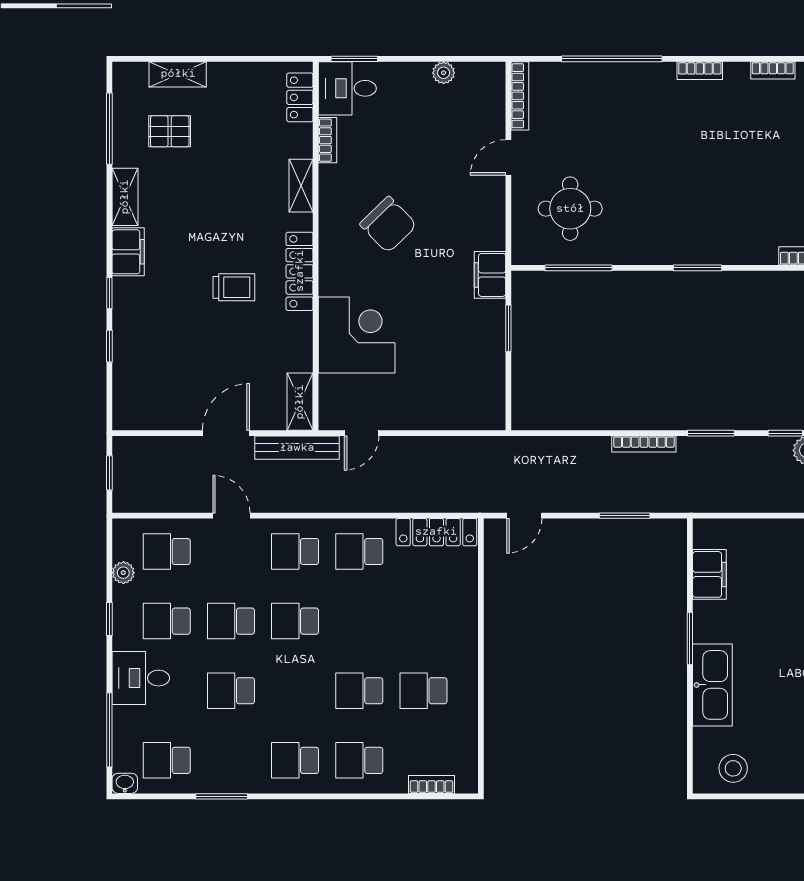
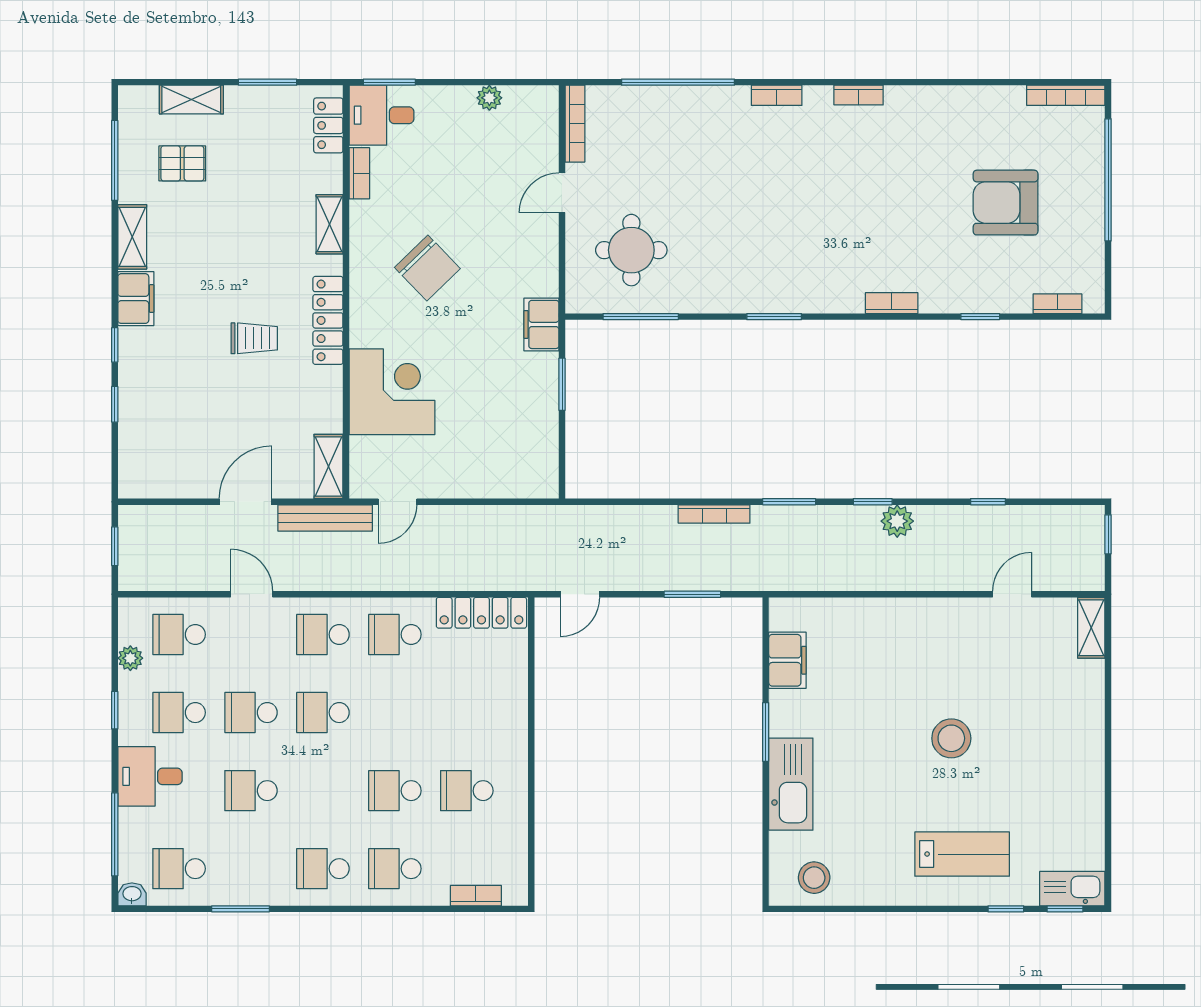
window: (246, 59) -> (268, 82), added

